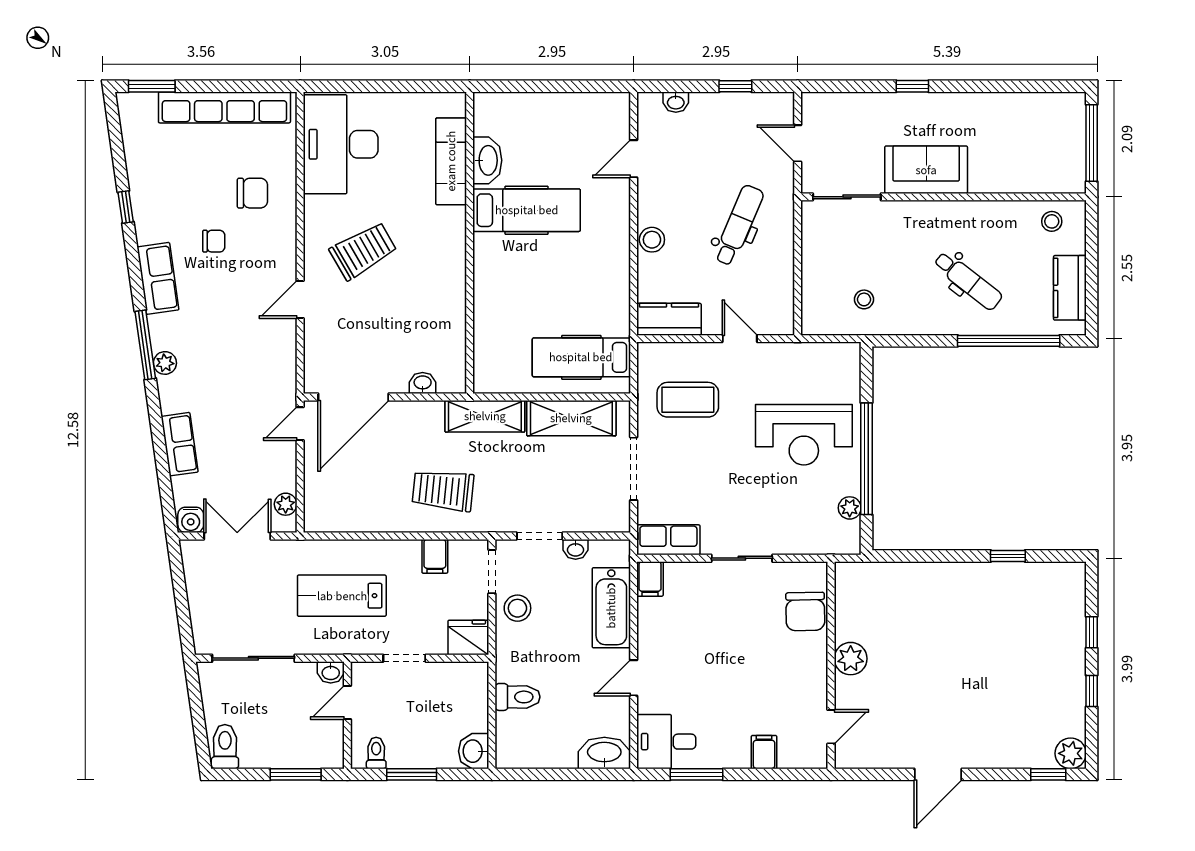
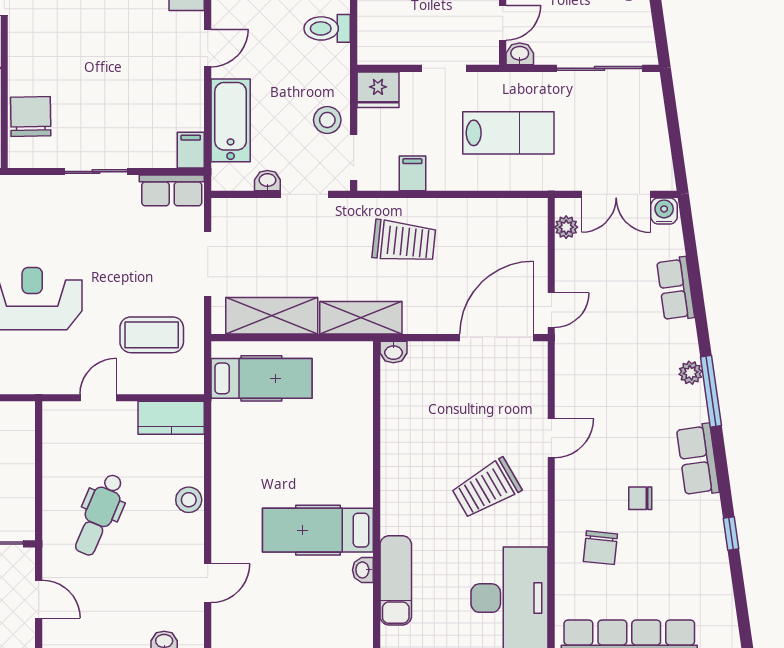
washbasin: (487, 160) -> (363, 570), width x0.52, depth x0.69
chair: (252, 193) -> (600, 548), turned -84
door: (740, 339) -> (98, 398), swing flipped
washbasin: (423, 383) -> (393, 352), moved

